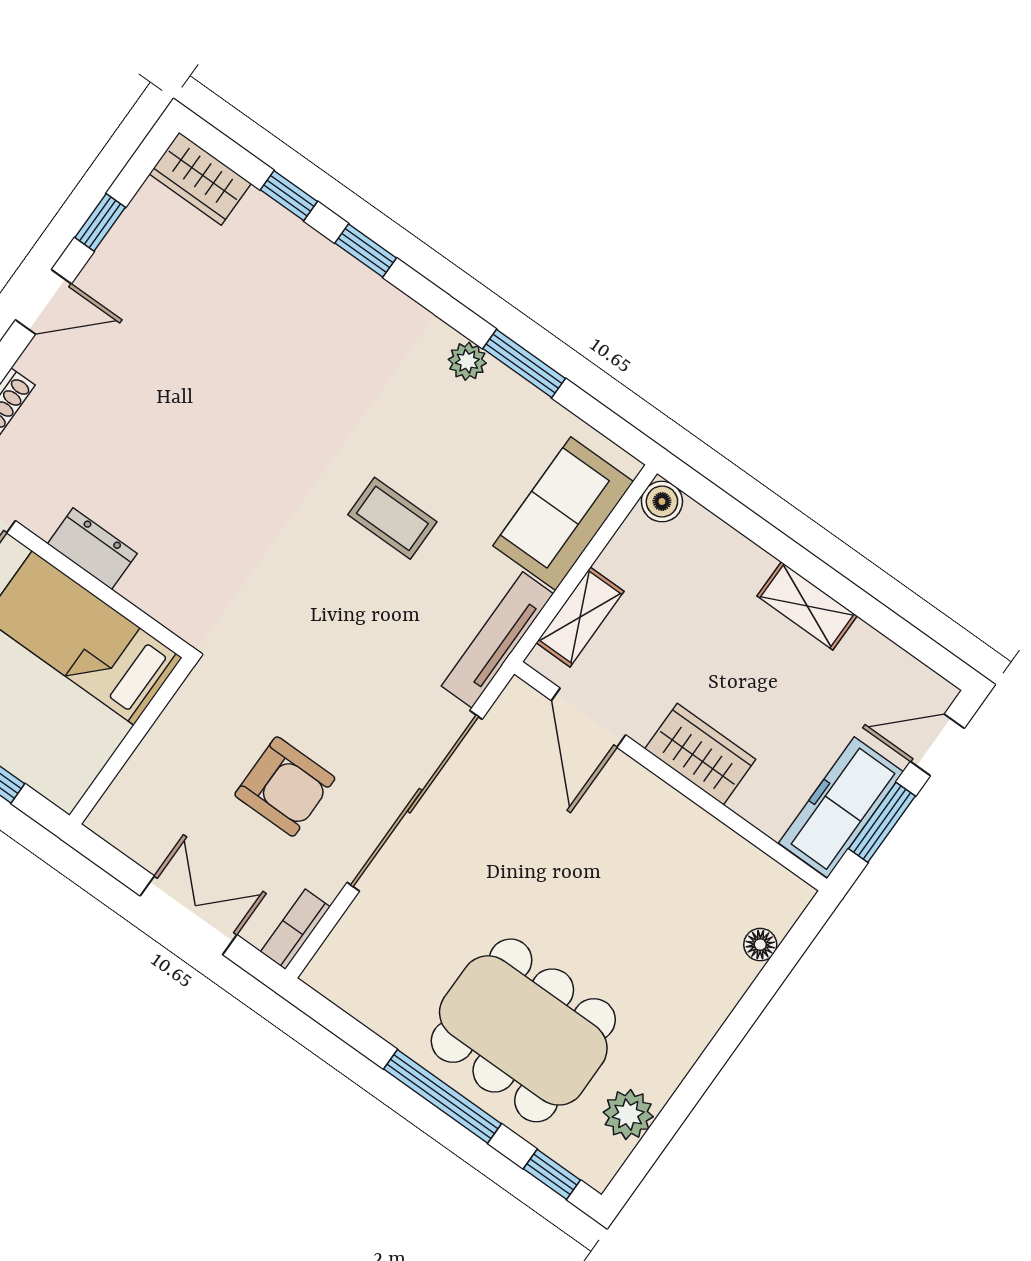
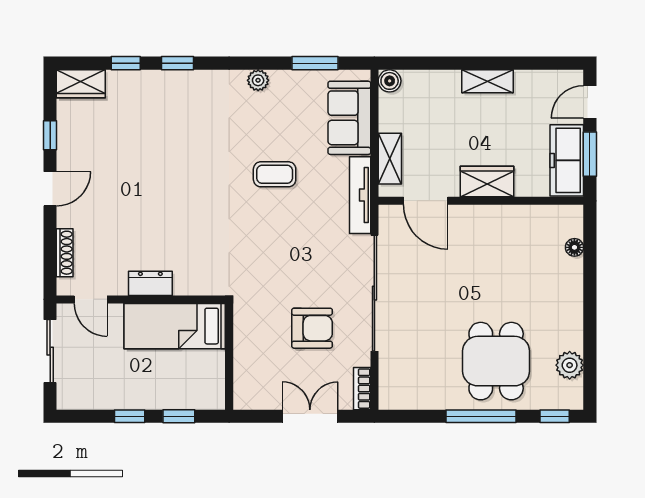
window: (524, 364) -> (315, 63), moved
dining table: (523, 1030) -> (496, 361), width x0.73

